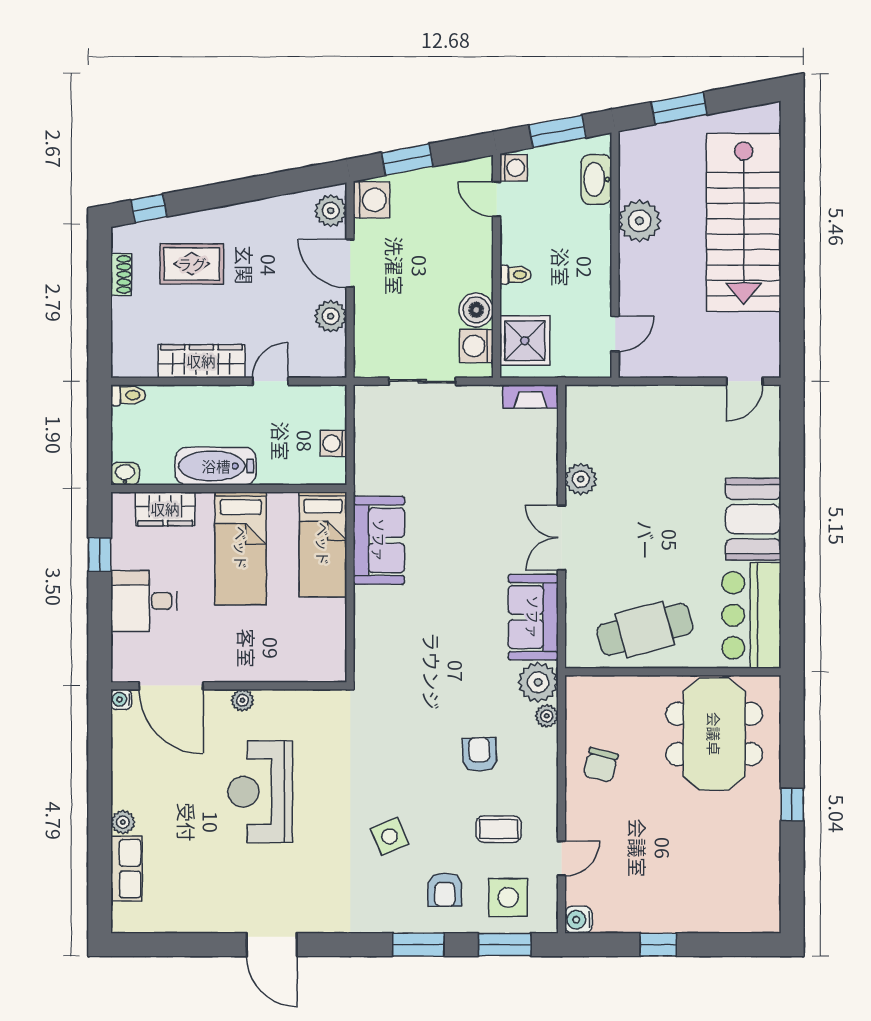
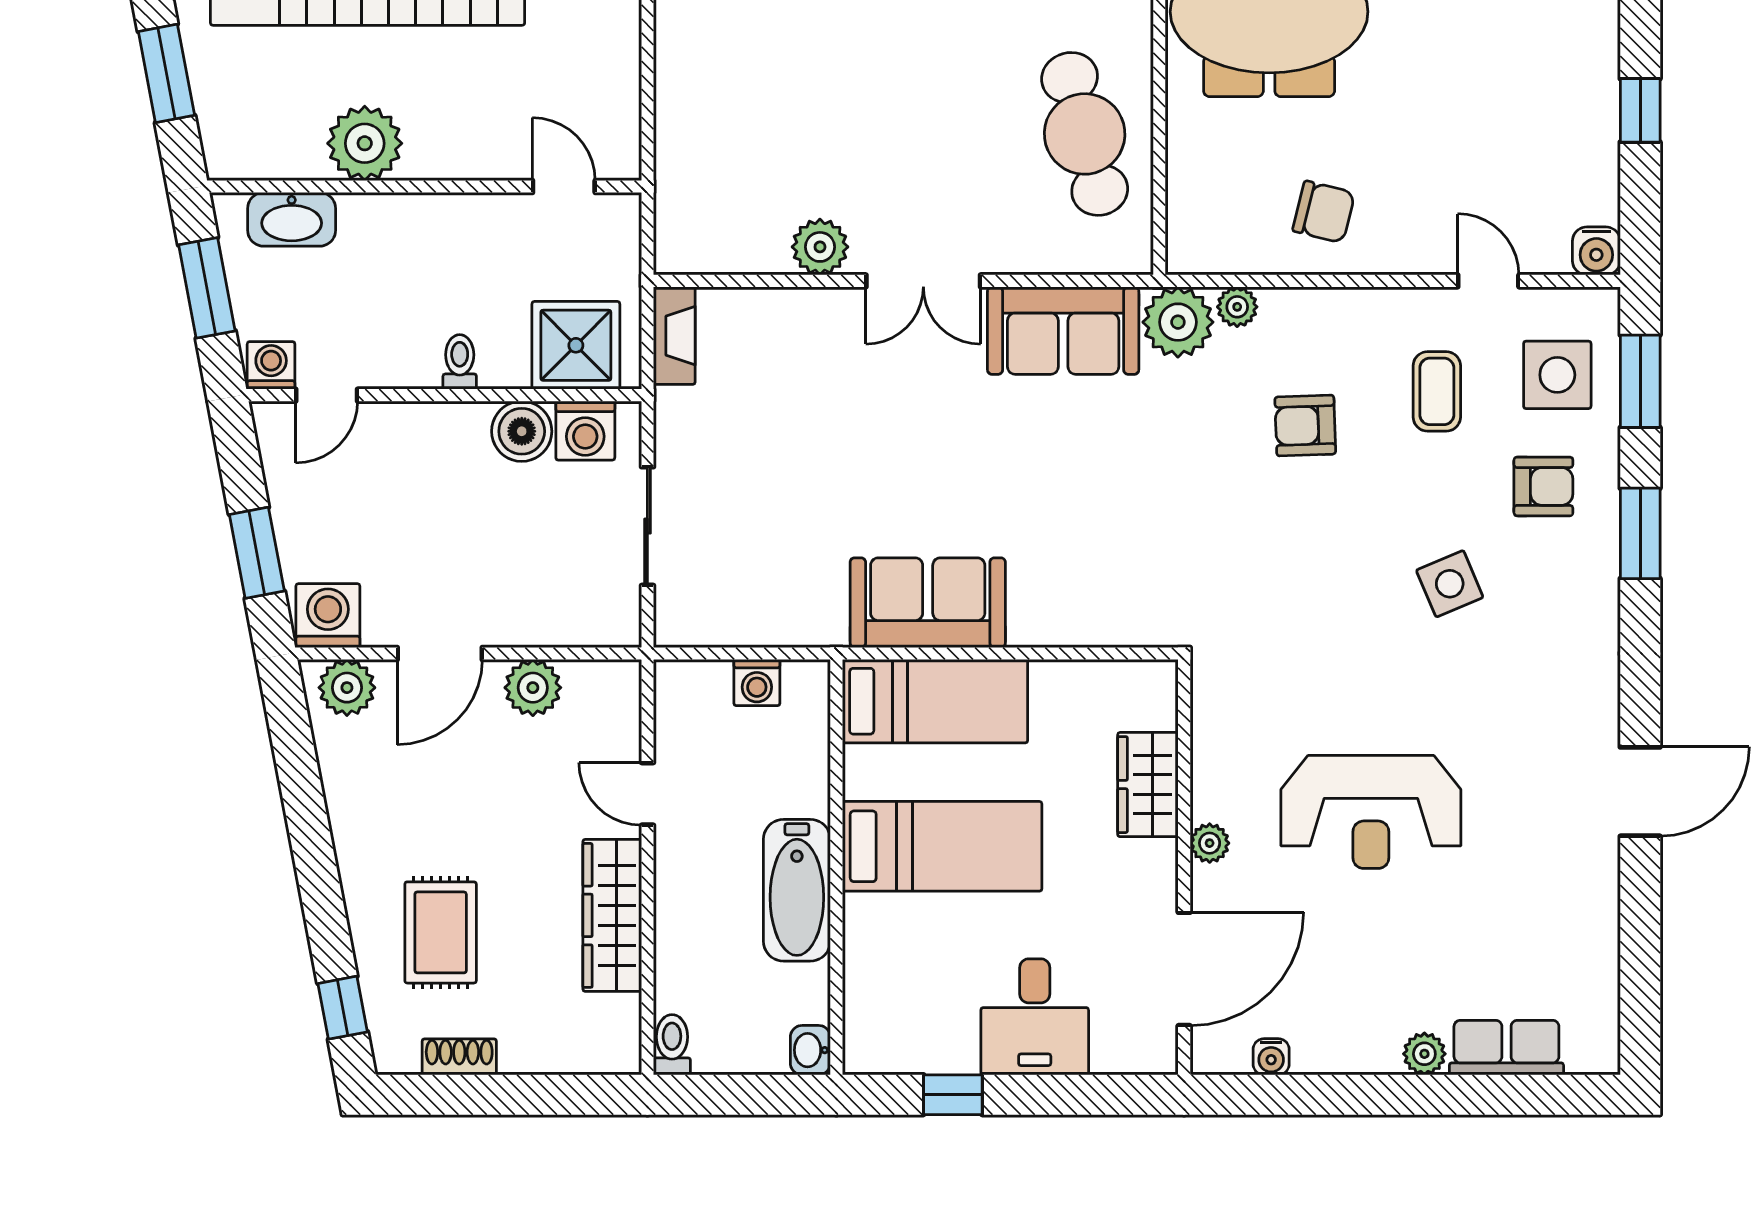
wardrobe: (165, 509) -> (1148, 785), moved, turned 180
water cooler: (121, 699) -> (1271, 1057), moved

